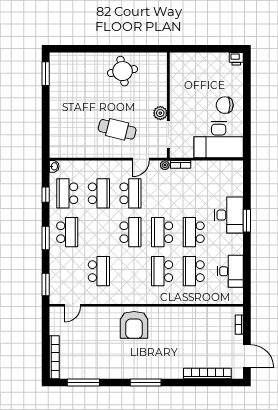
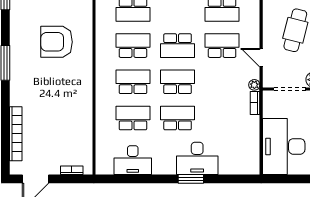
school desk: (130, 193) -> (222, 46), turned 180
school desk: (130, 271) -> (133, 46), added
armchair: (134, 325) -> (57, 42), moved

